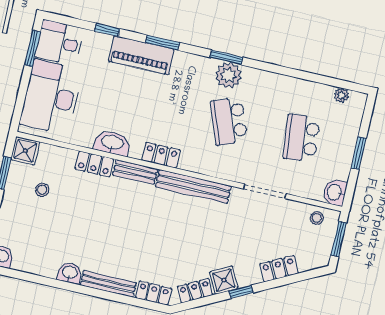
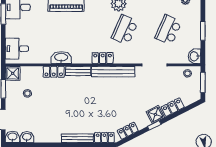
desk: (51, 97) -> (17, 49), width x0.53, depth x0.77
school desk: (229, 121) -> (125, 30), turned 45
school desk: (301, 138) -> (168, 30), turned 30
locker: (161, 155) -> (103, 58), moved
washbasin: (70, 273) -> (27, 137), moved
shower: (224, 280) -> (155, 114), moved

